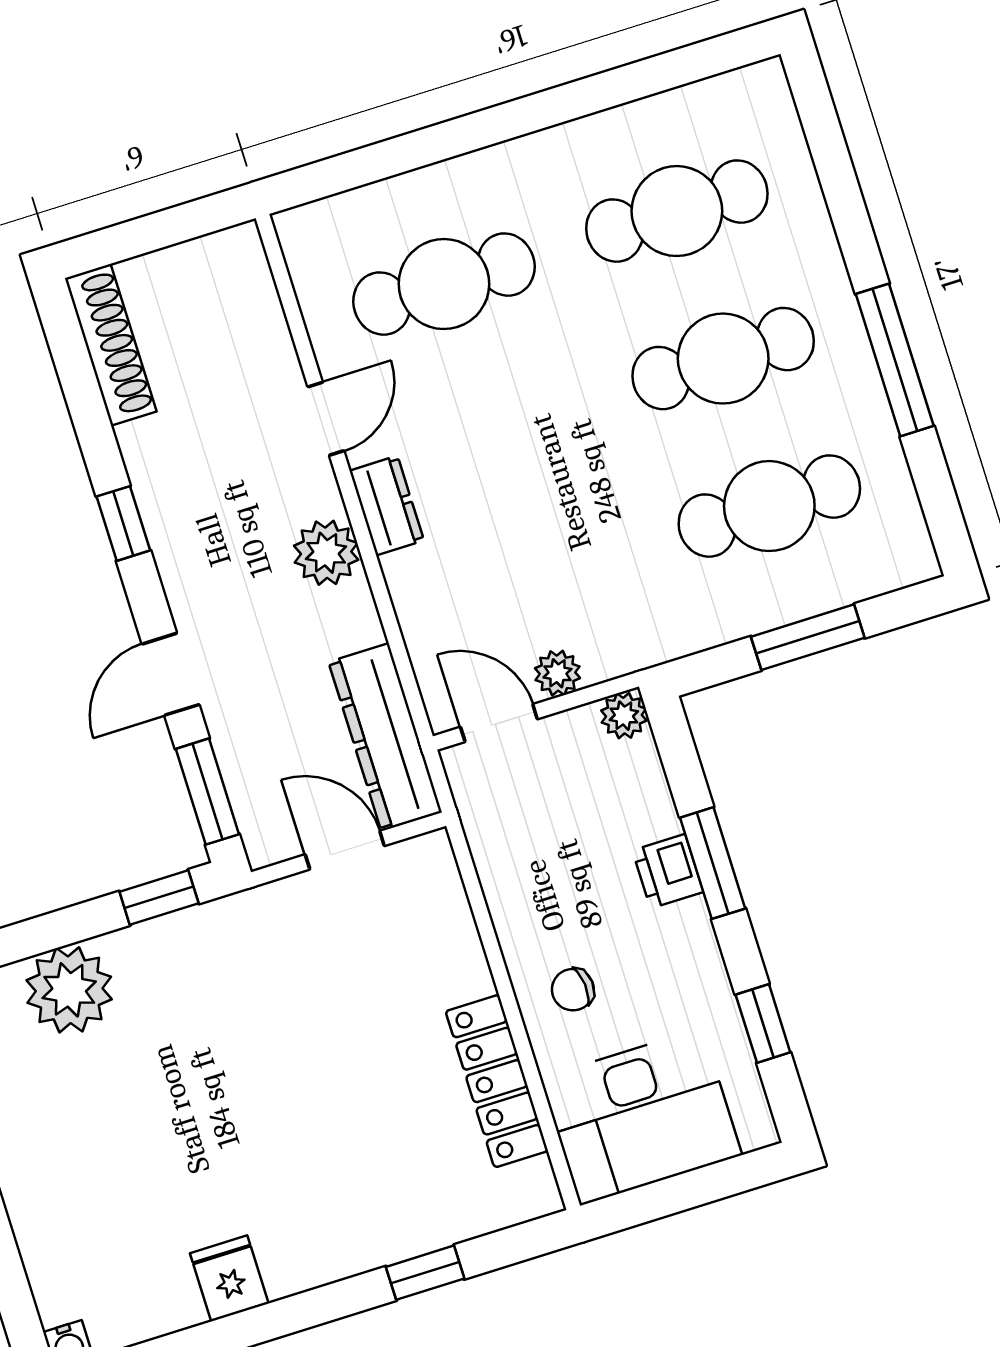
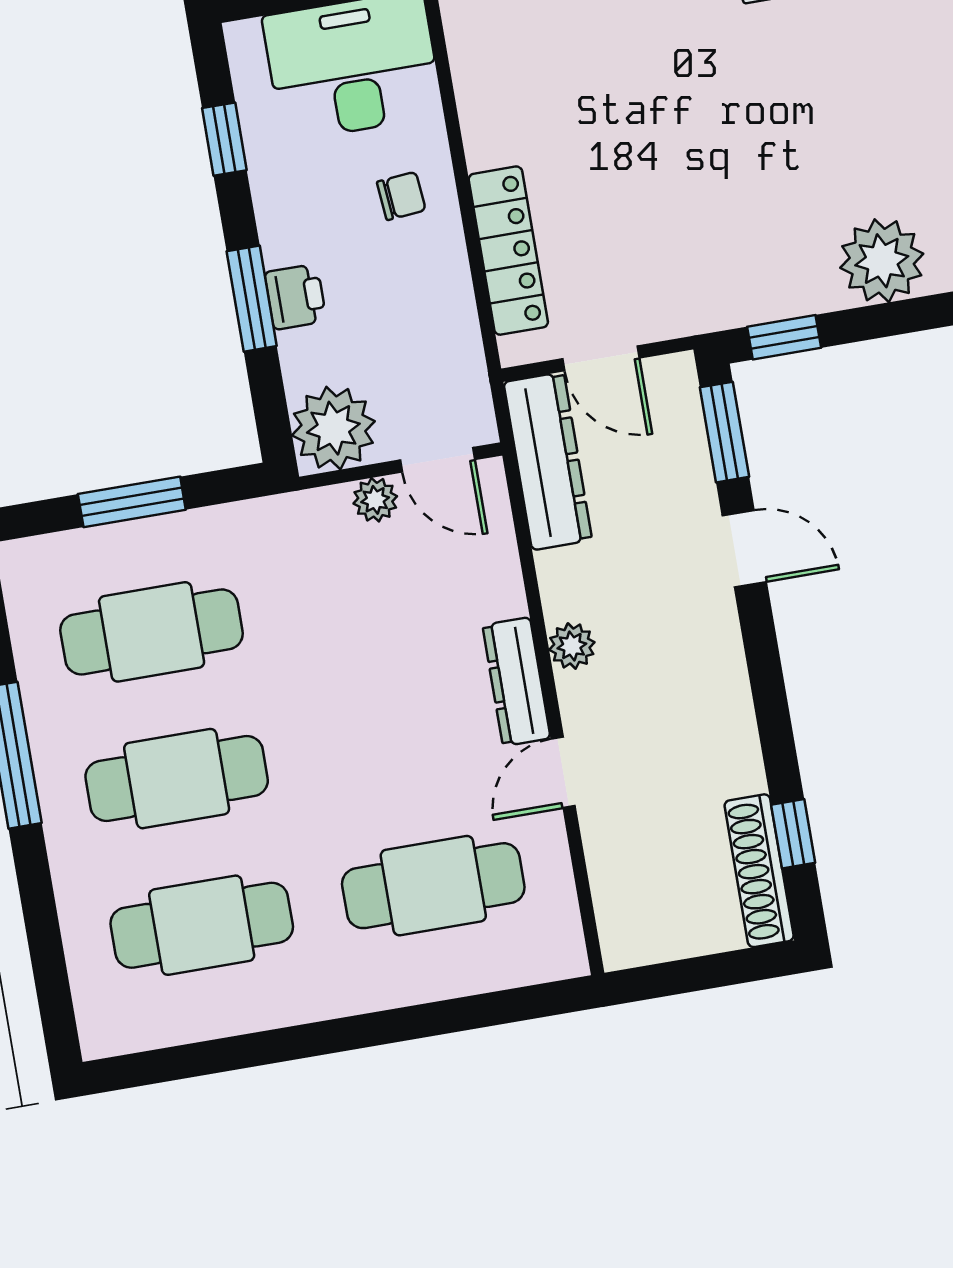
dresser: (387, 506) -> (516, 682), width x1.44
window: (123, 523) -> (793, 834), moved
plant: (326, 553) -> (572, 646), width x0.73, depth x0.73
door: (171, 674) -> (744, 549), hinge flipped
plant: (624, 716) -> (333, 428), width x1.87, depth x1.87
locker: (497, 1081) -> (508, 251), moved

